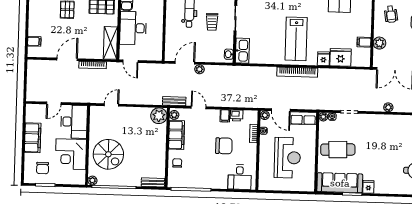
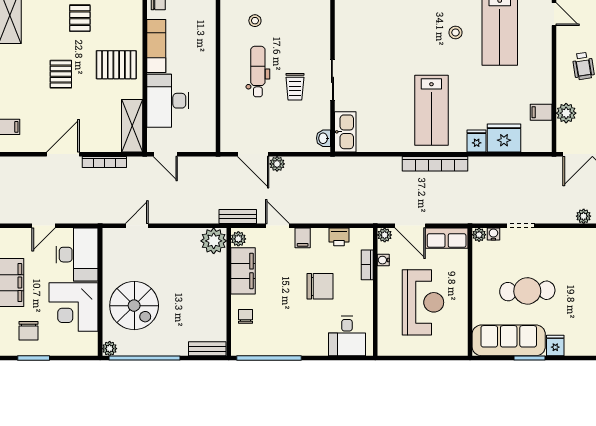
door: (185, 63) -> (253, 154), swing flipped
filing cabinet: (225, 116) -> (303, 238), moved
cafe table: (338, 150) -> (527, 291), moved

